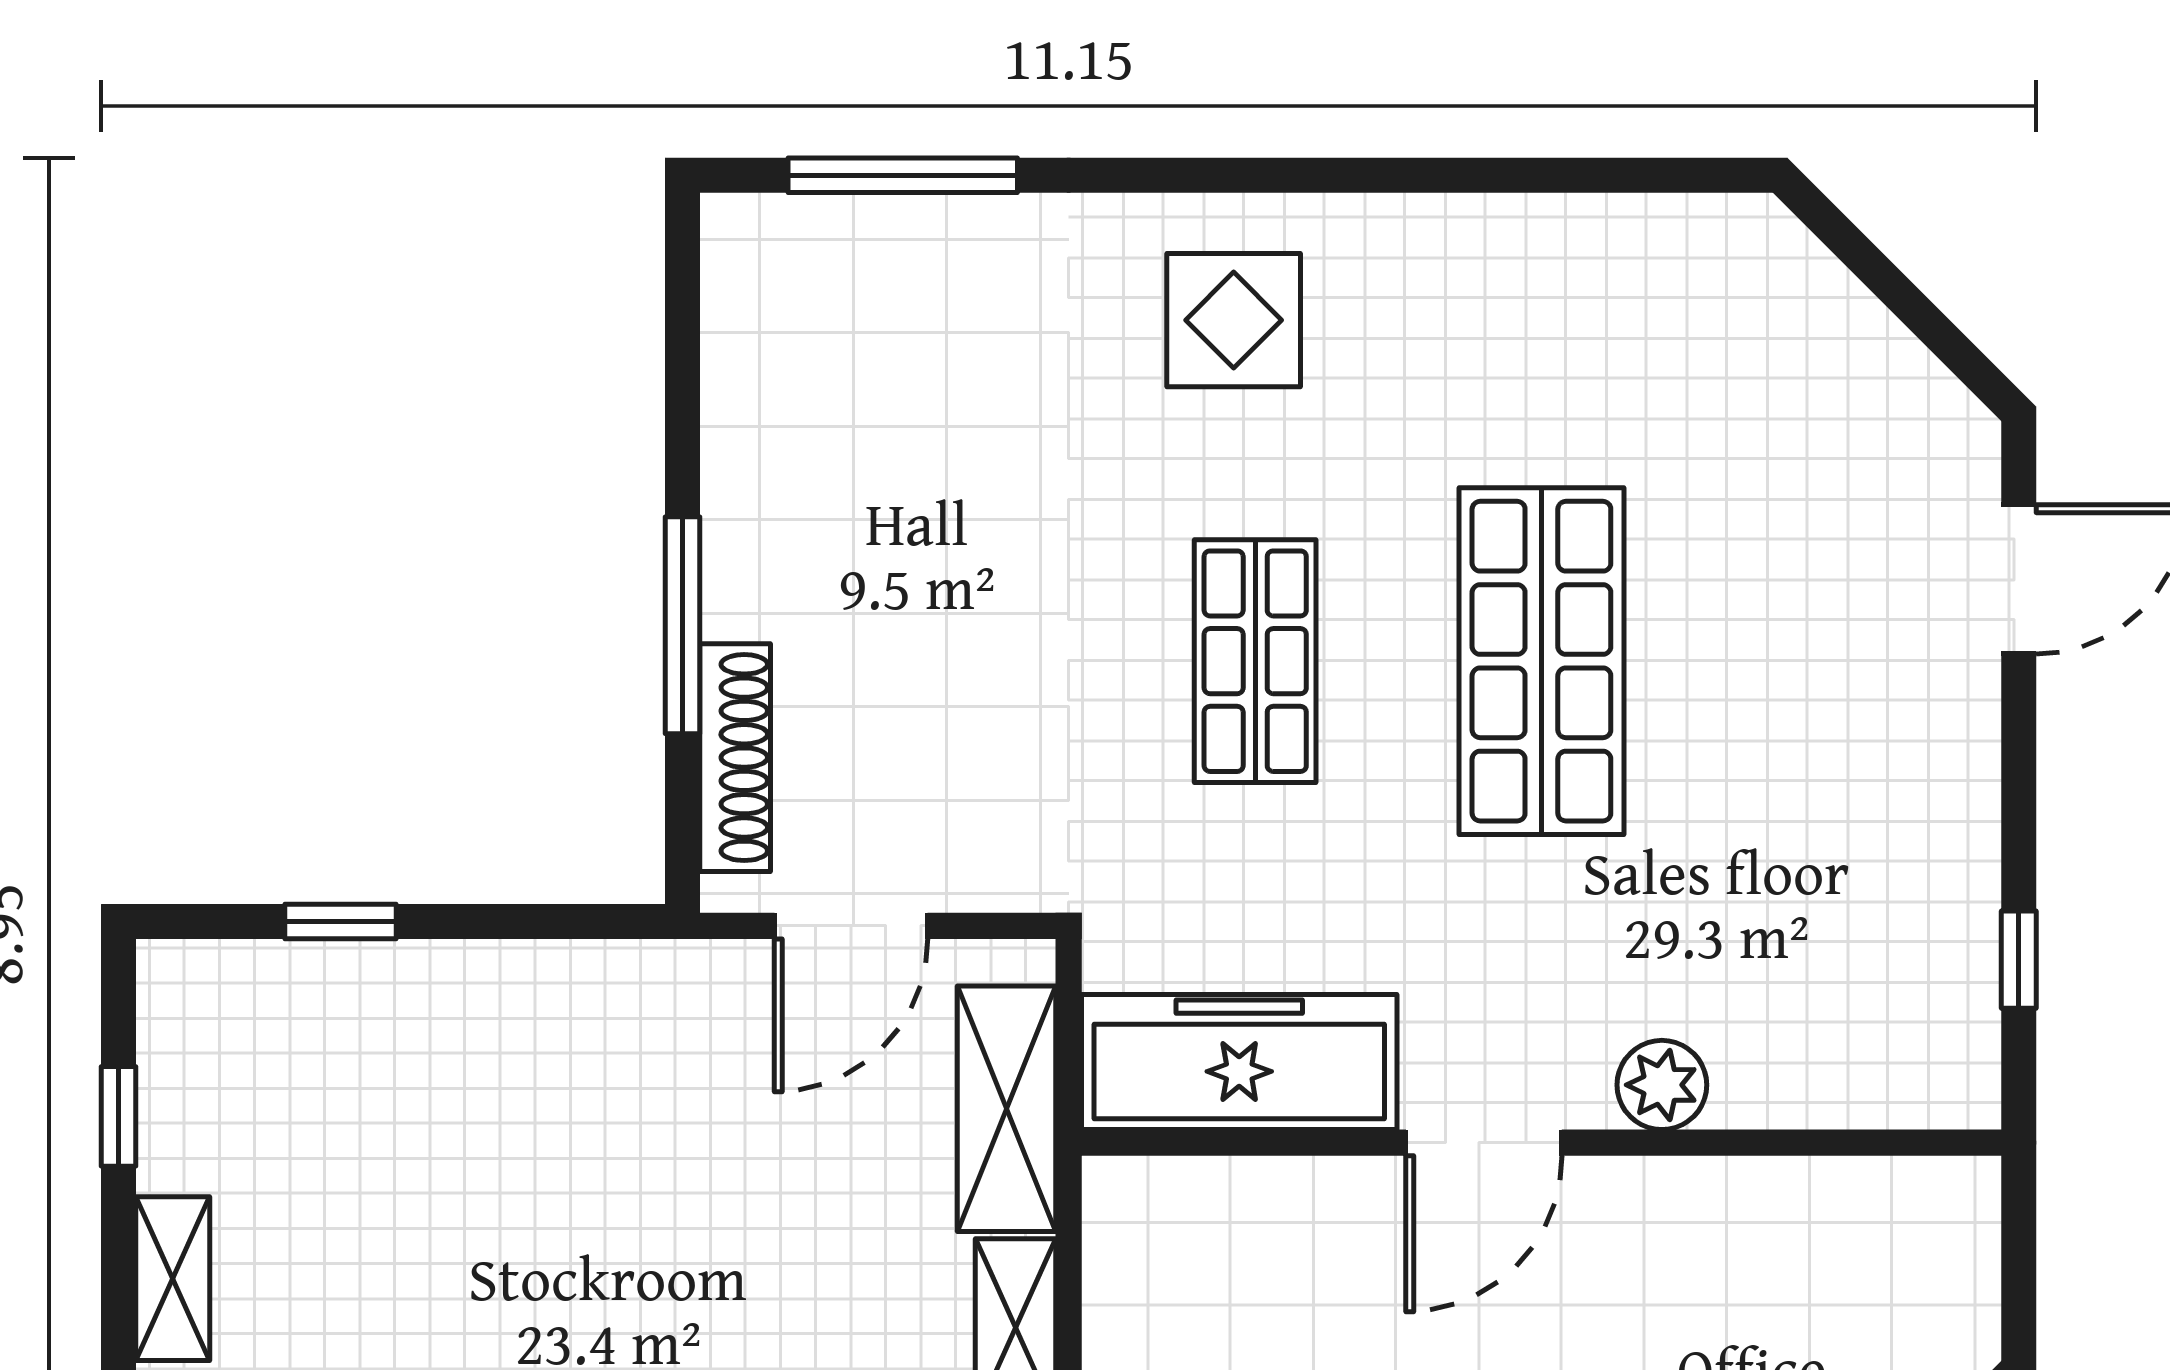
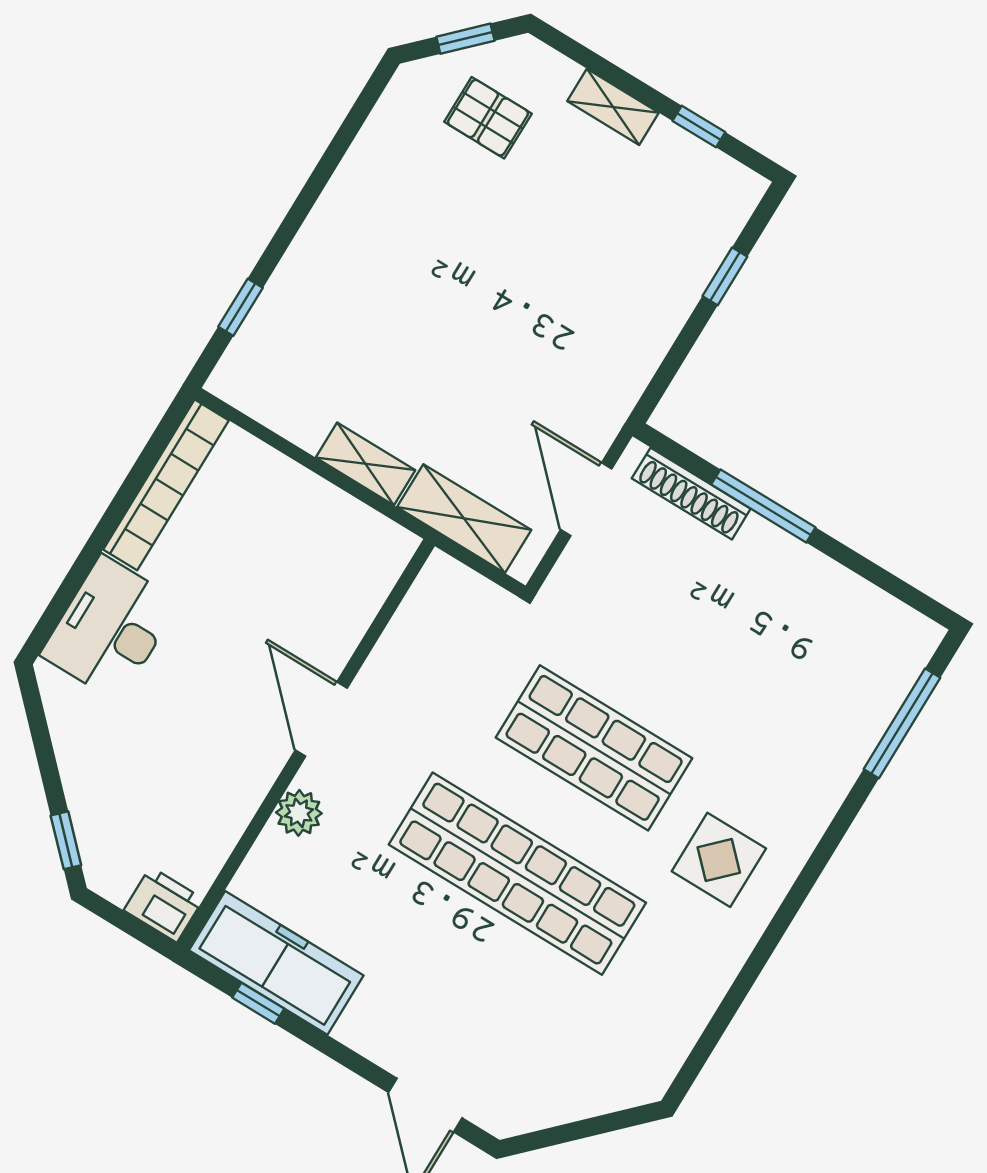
display table: (1234, 320) -> (719, 860), moved
shop shelf: (1255, 661) -> (594, 748), width x1.43, depth x1.36
shop shelf: (1541, 661) -> (517, 874), width x1.40
freezer: (1239, 1062) -> (276, 963), moved, turned -90
printer: (1951, 1217) -> (164, 905), added

